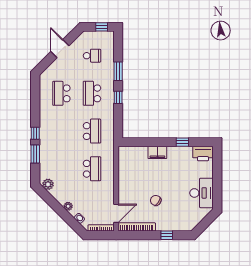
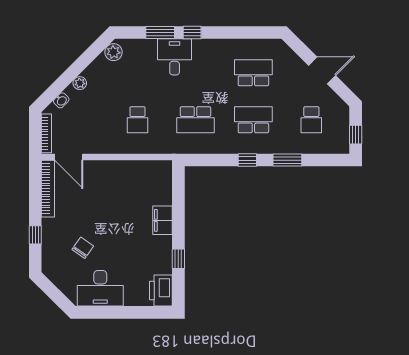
desk: (51, 145) -> (175, 57), added
school desk: (92, 169) -> (137, 120), width x0.54
chair: (156, 200) -> (83, 248), moved

